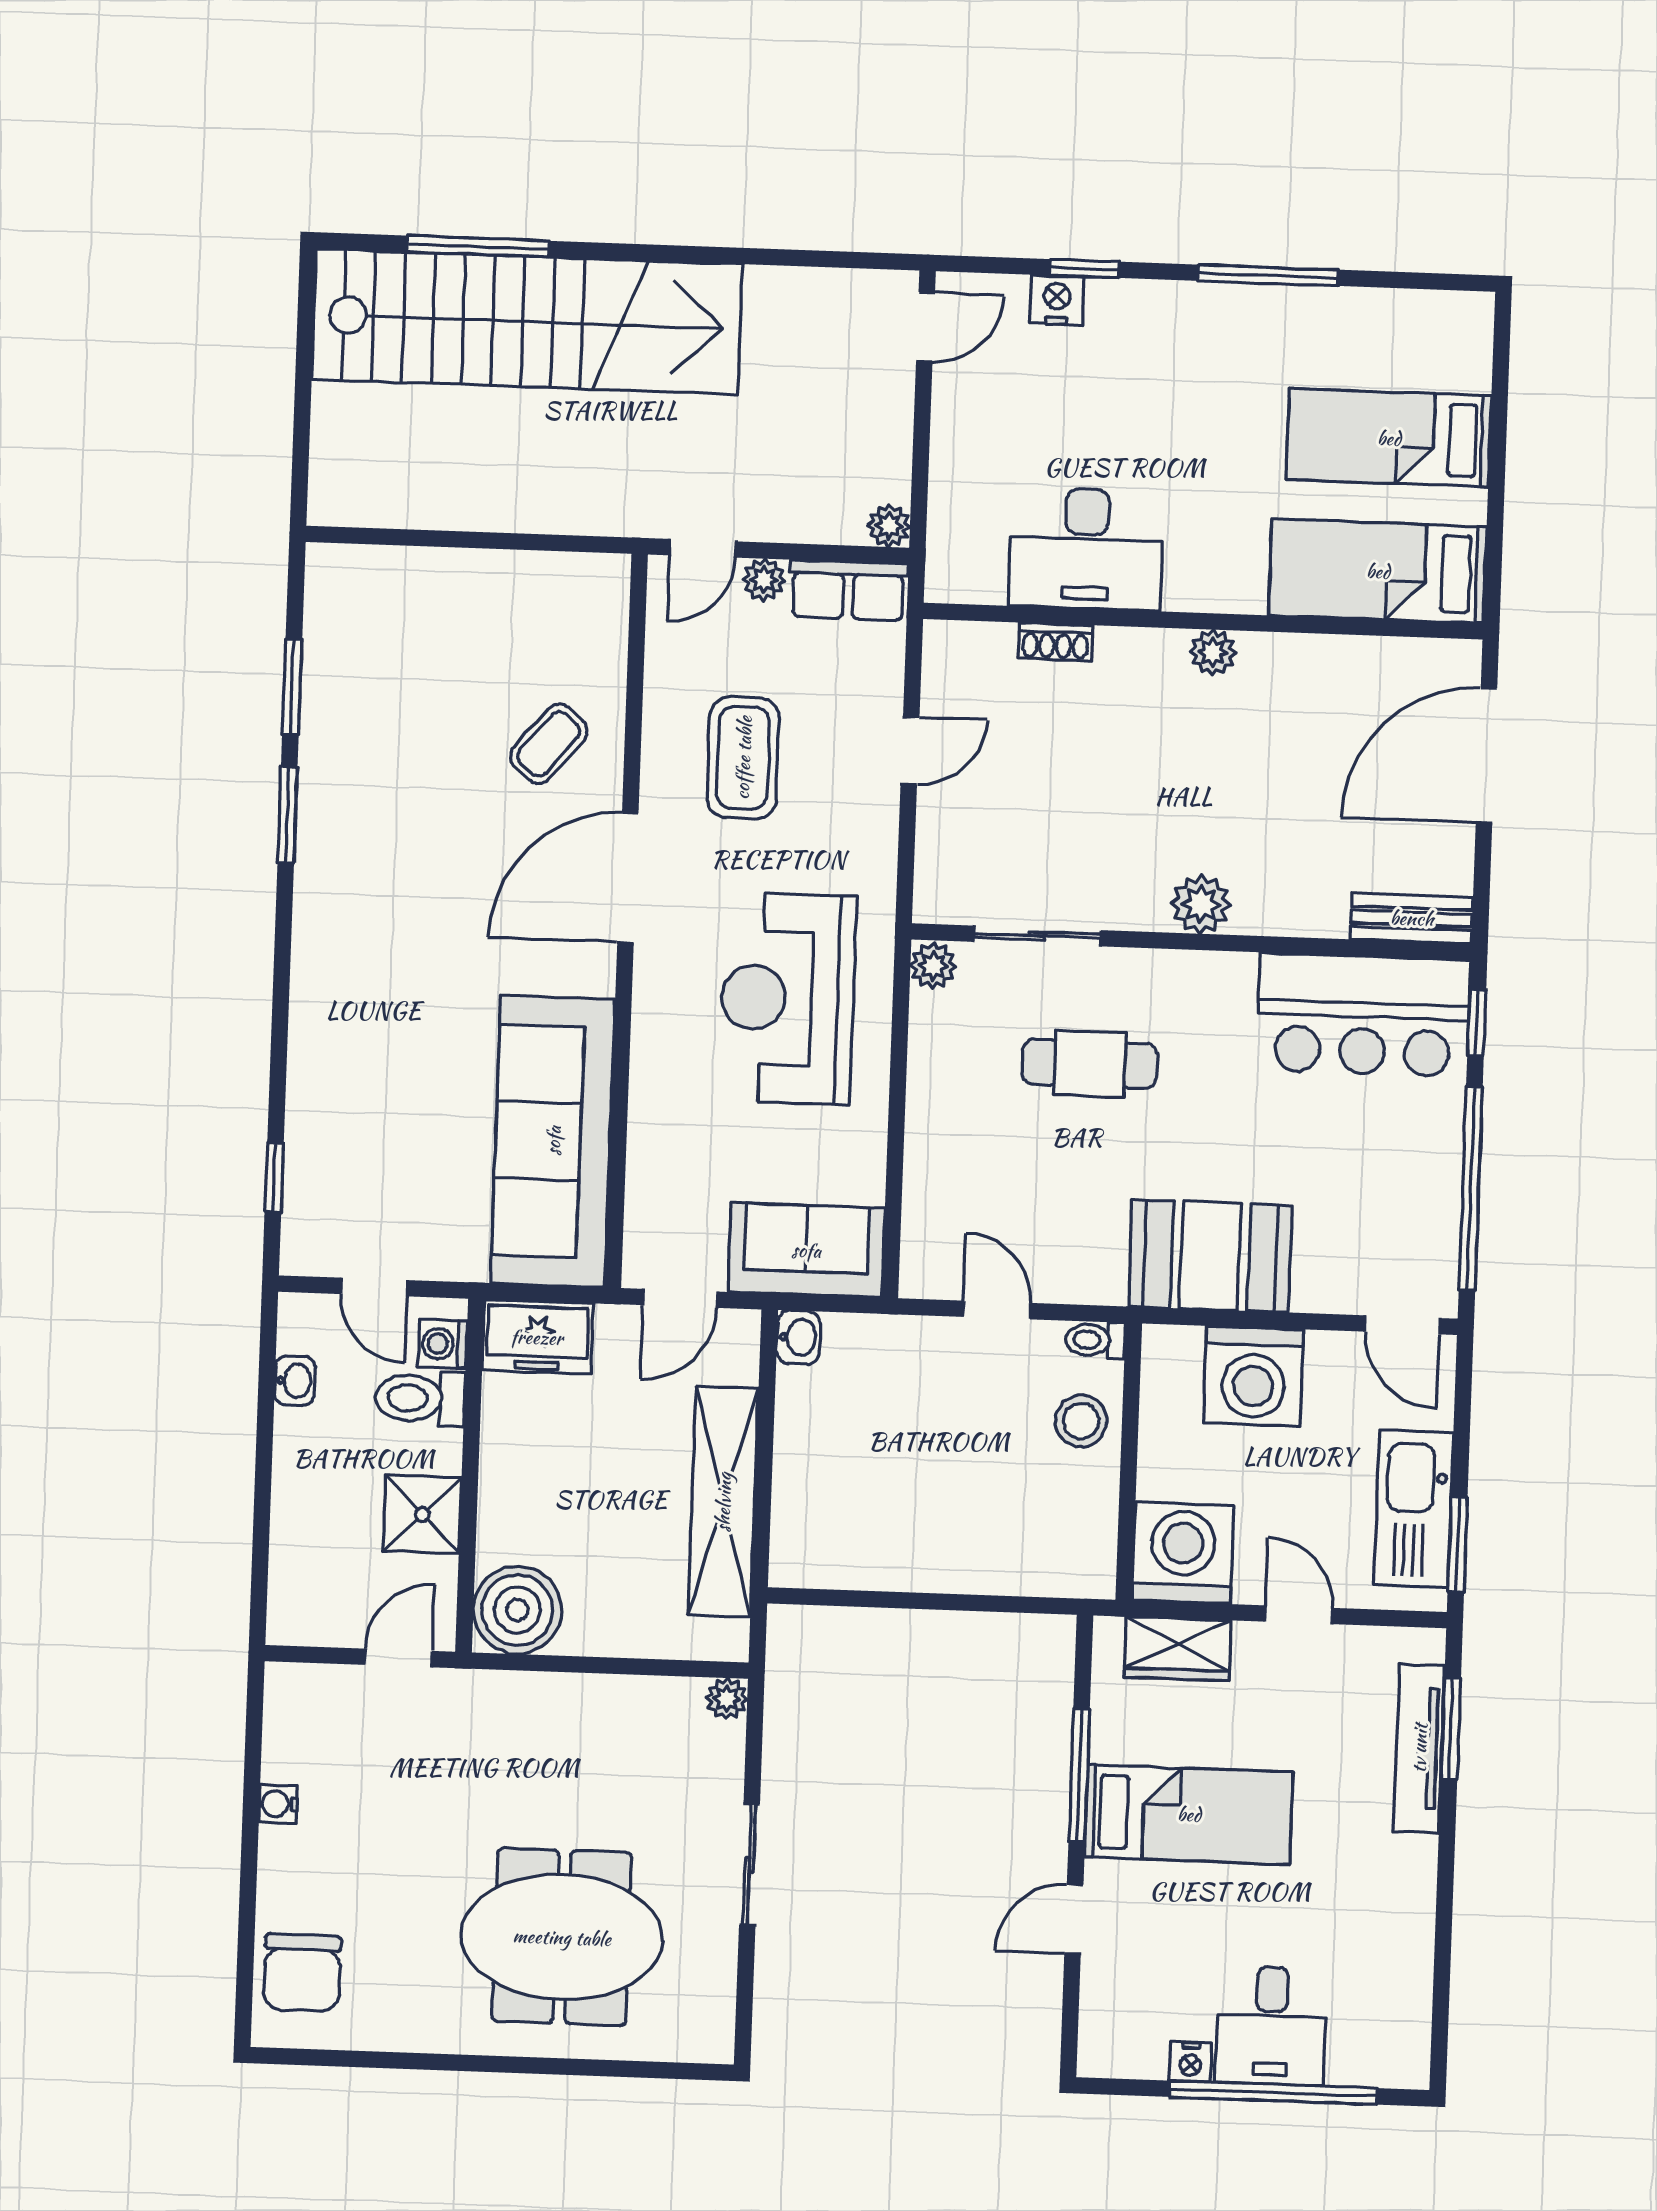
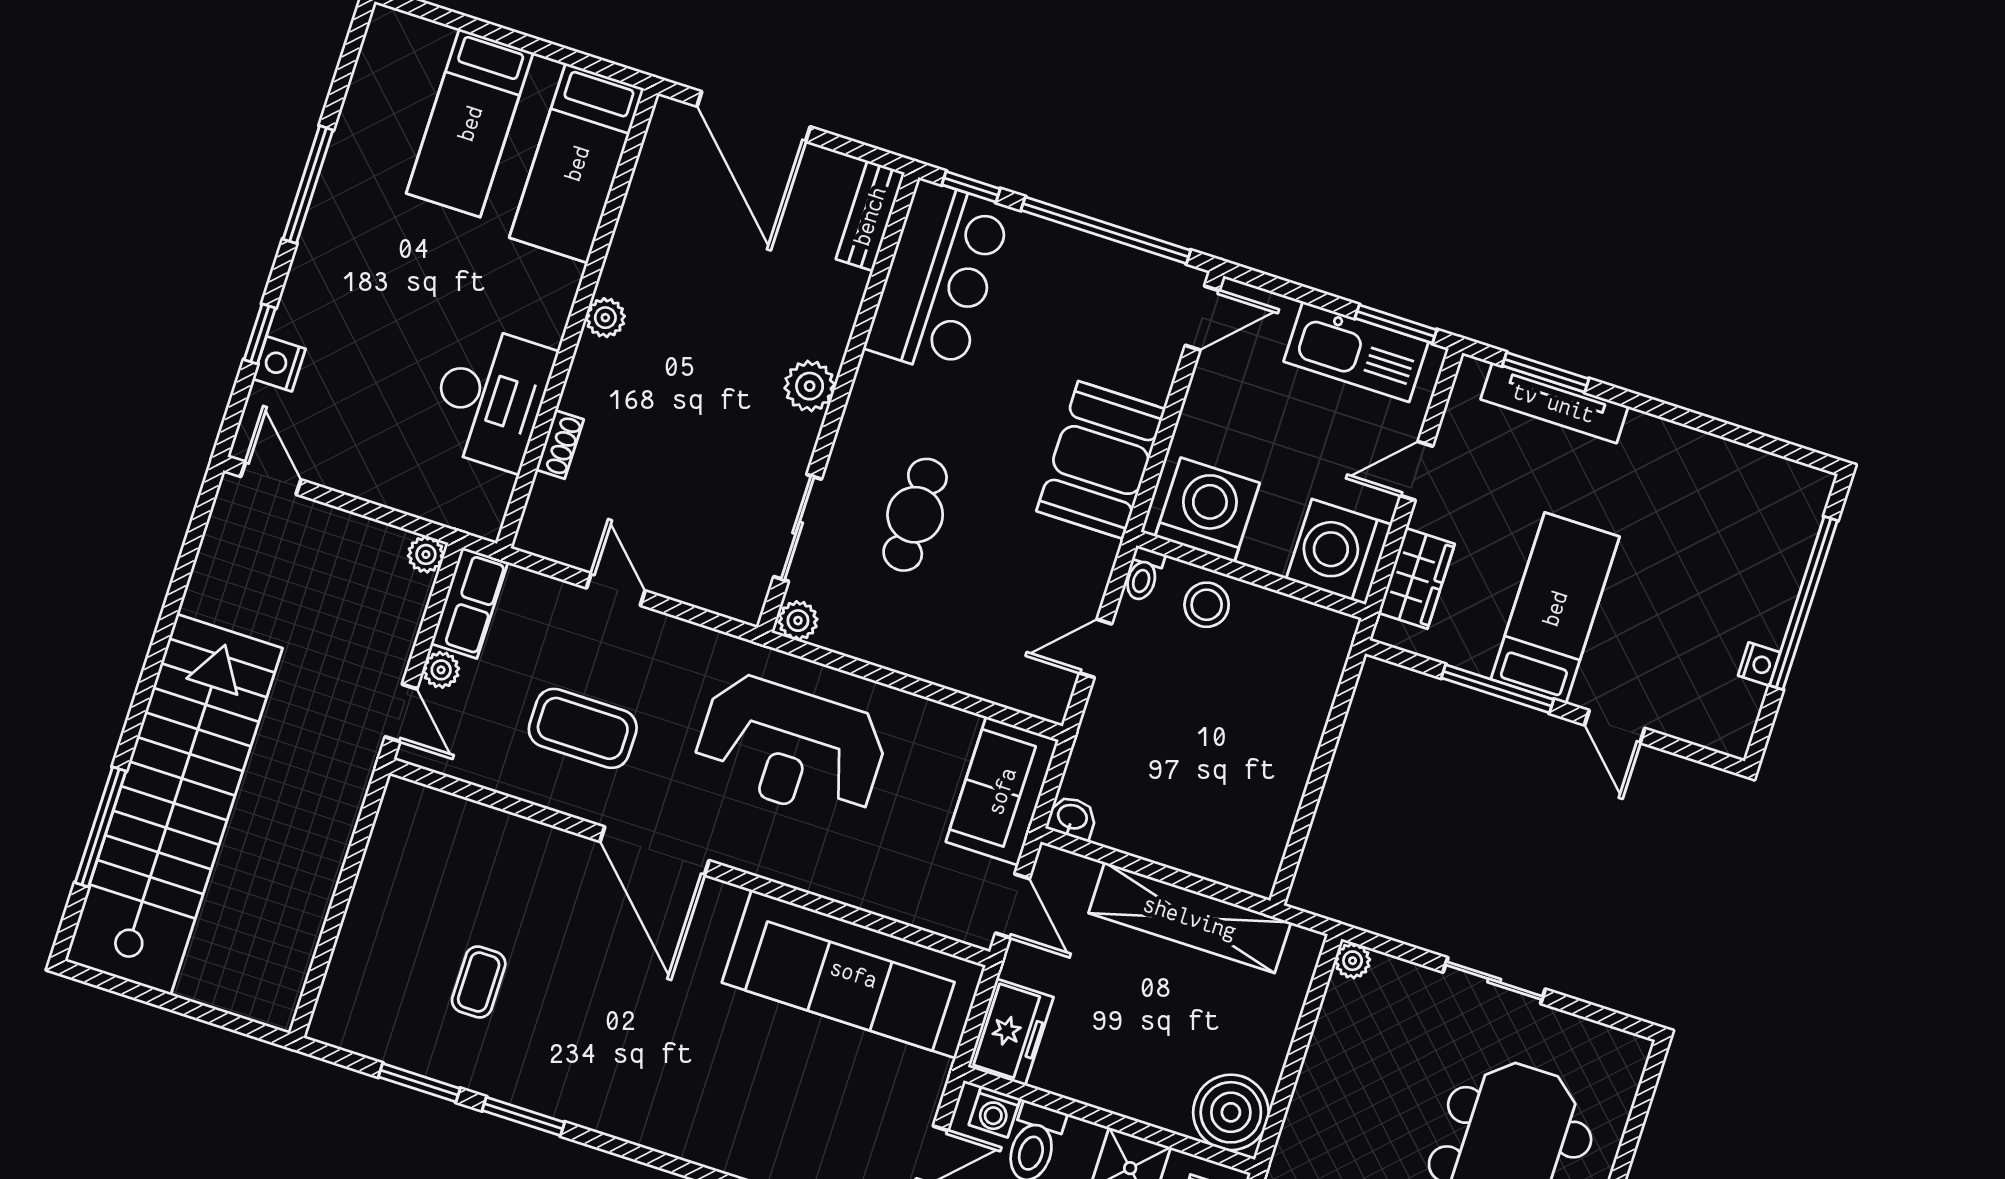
coffee table: (549, 744) -> (479, 982), moved, turned 50
washing machine: (1254, 1376) -> (1207, 510), moved, turned -90
desk: (1271, 2026) -> (1748, 589), removed

